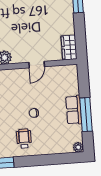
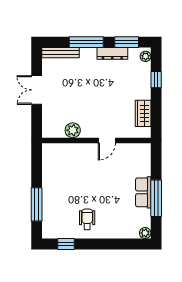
wardrobe: (69, 47) -> (143, 113), moved
chair: (34, 113) -> (100, 192), removed

